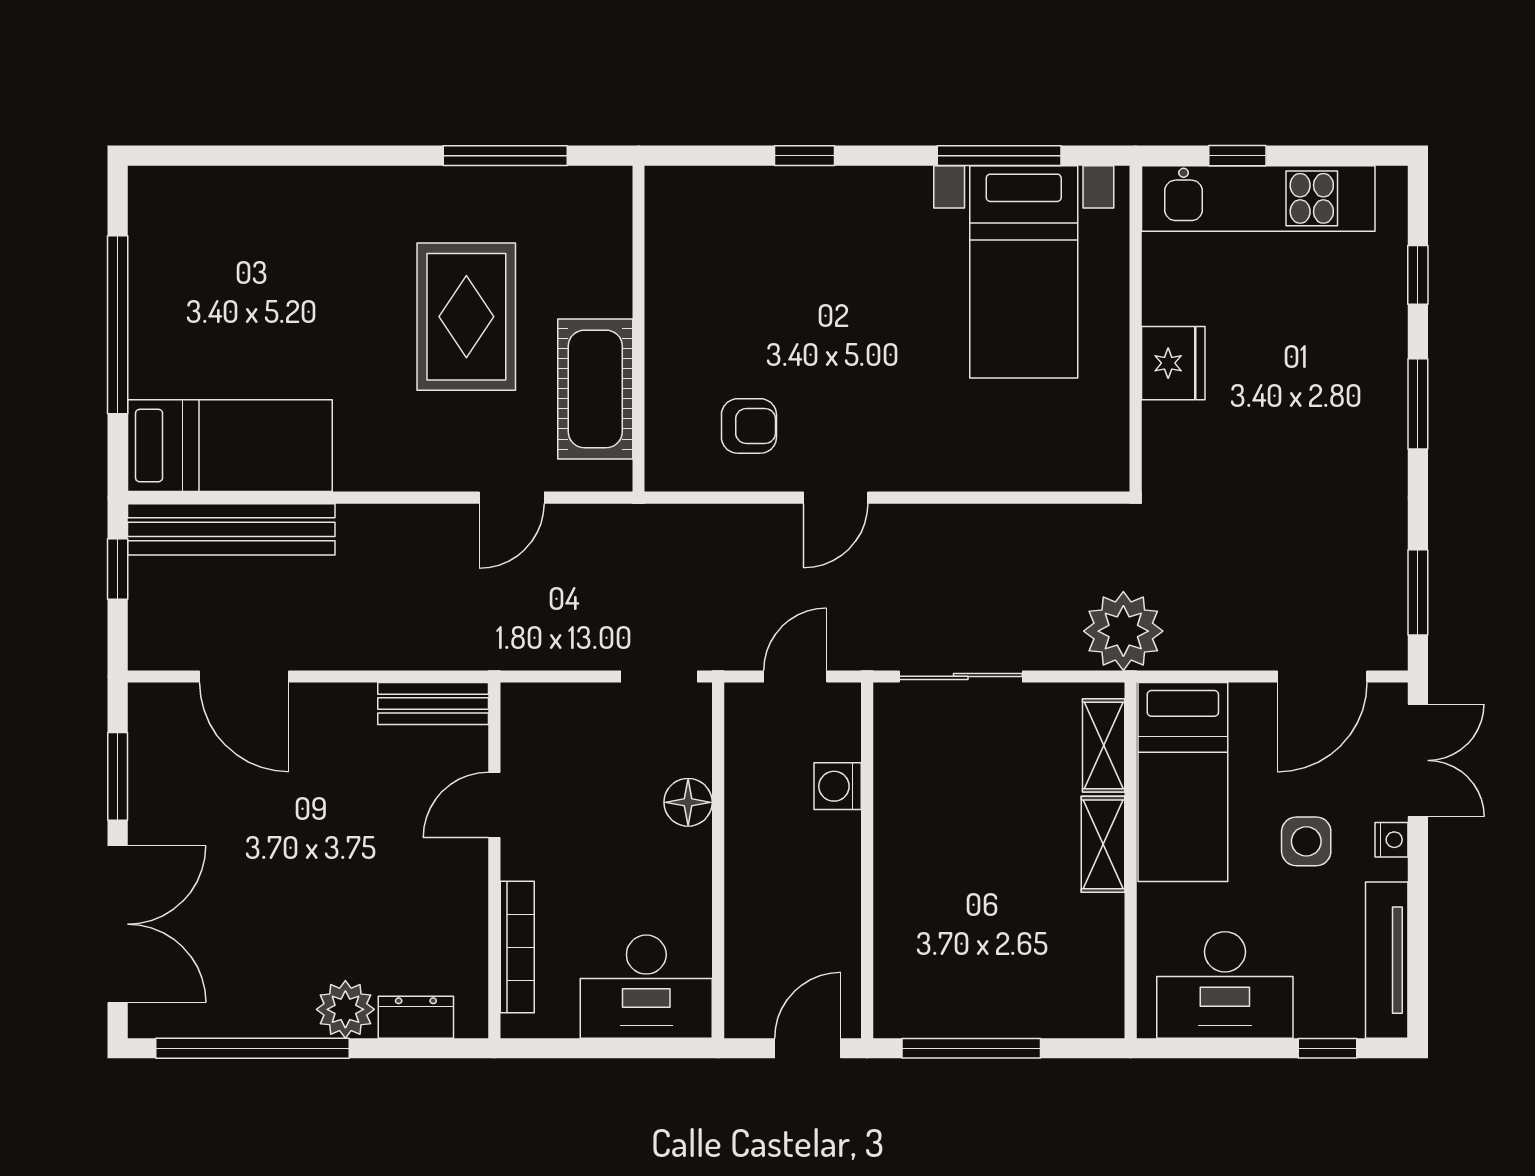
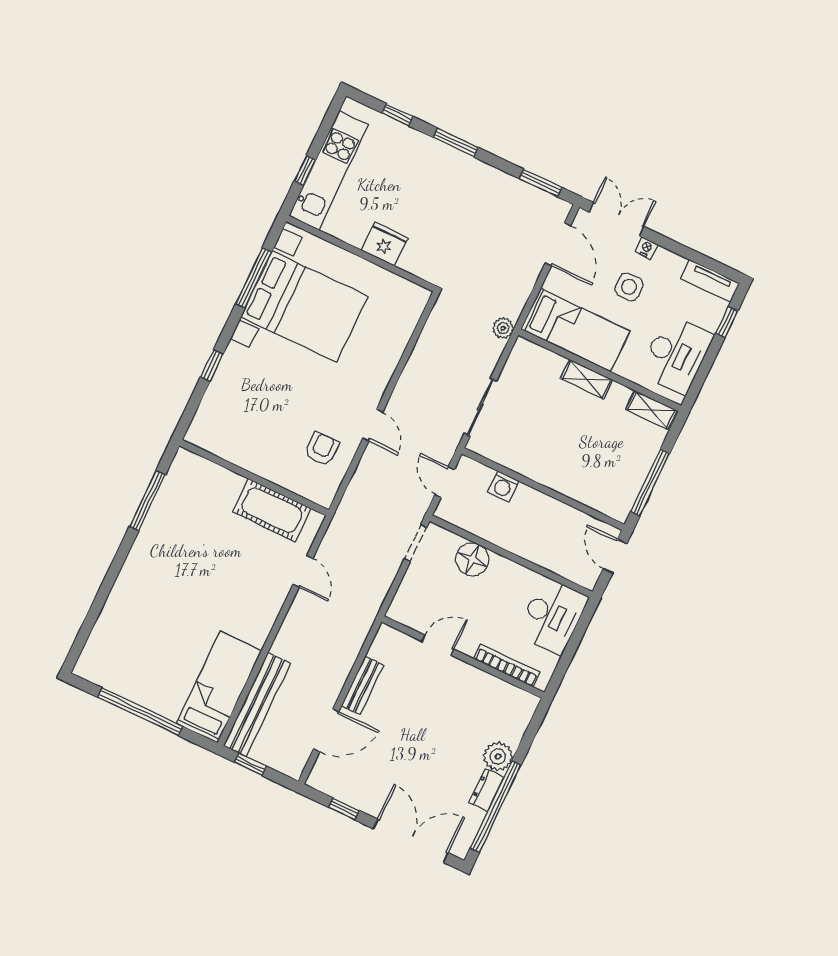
bed with nightstands: (1024, 272) -> (304, 306), width x1.36
rug: (466, 317) -> (212, 553), removed
plant: (1123, 631) -> (503, 328), width x0.53, depth x0.53
bench: (433, 704) -> (363, 685), moved
shelving: (1104, 745) -> (651, 410), moved
window: (118, 776) -> (344, 809), width x0.67
floor lamp: (688, 802) -> (472, 559), width x1.38, depth x1.38
door: (494, 805) -> (438, 645), swing flipped
tv unit: (1387, 960) -> (710, 281), width x0.71
dresser: (416, 1017) -> (486, 790), moved

